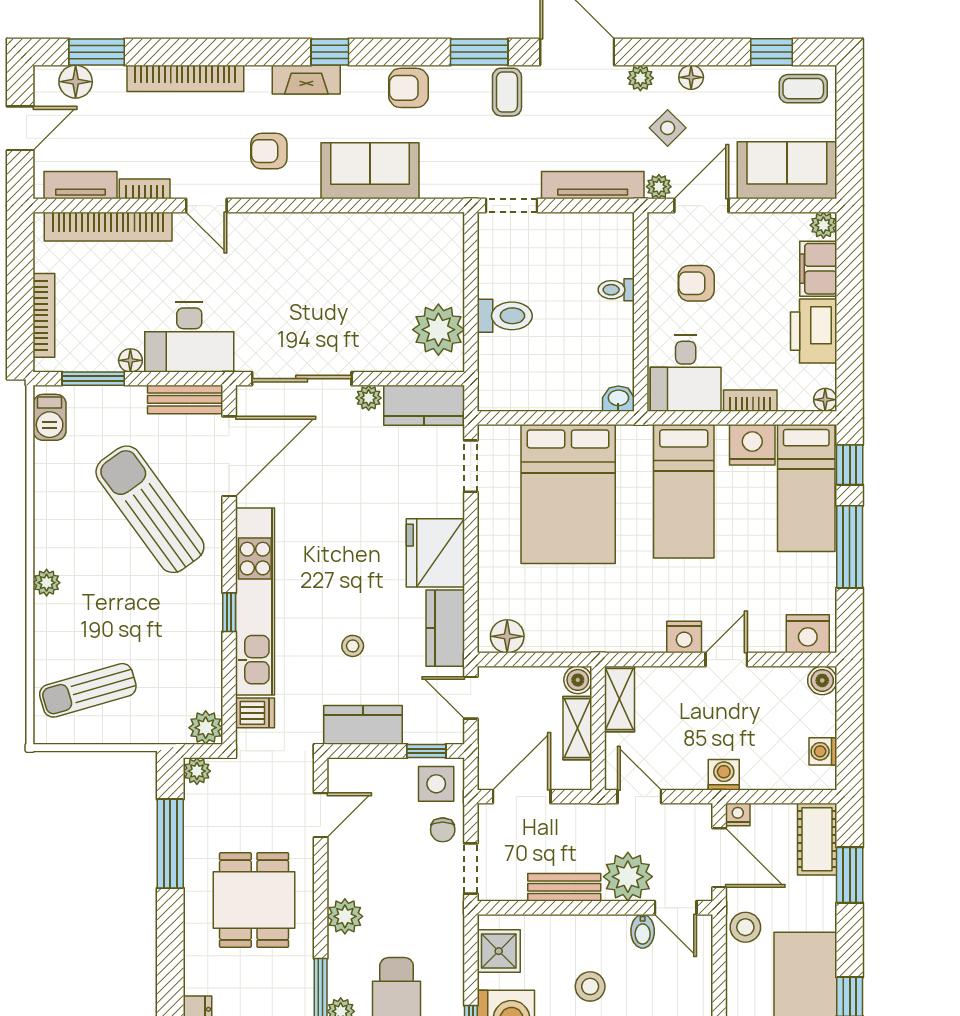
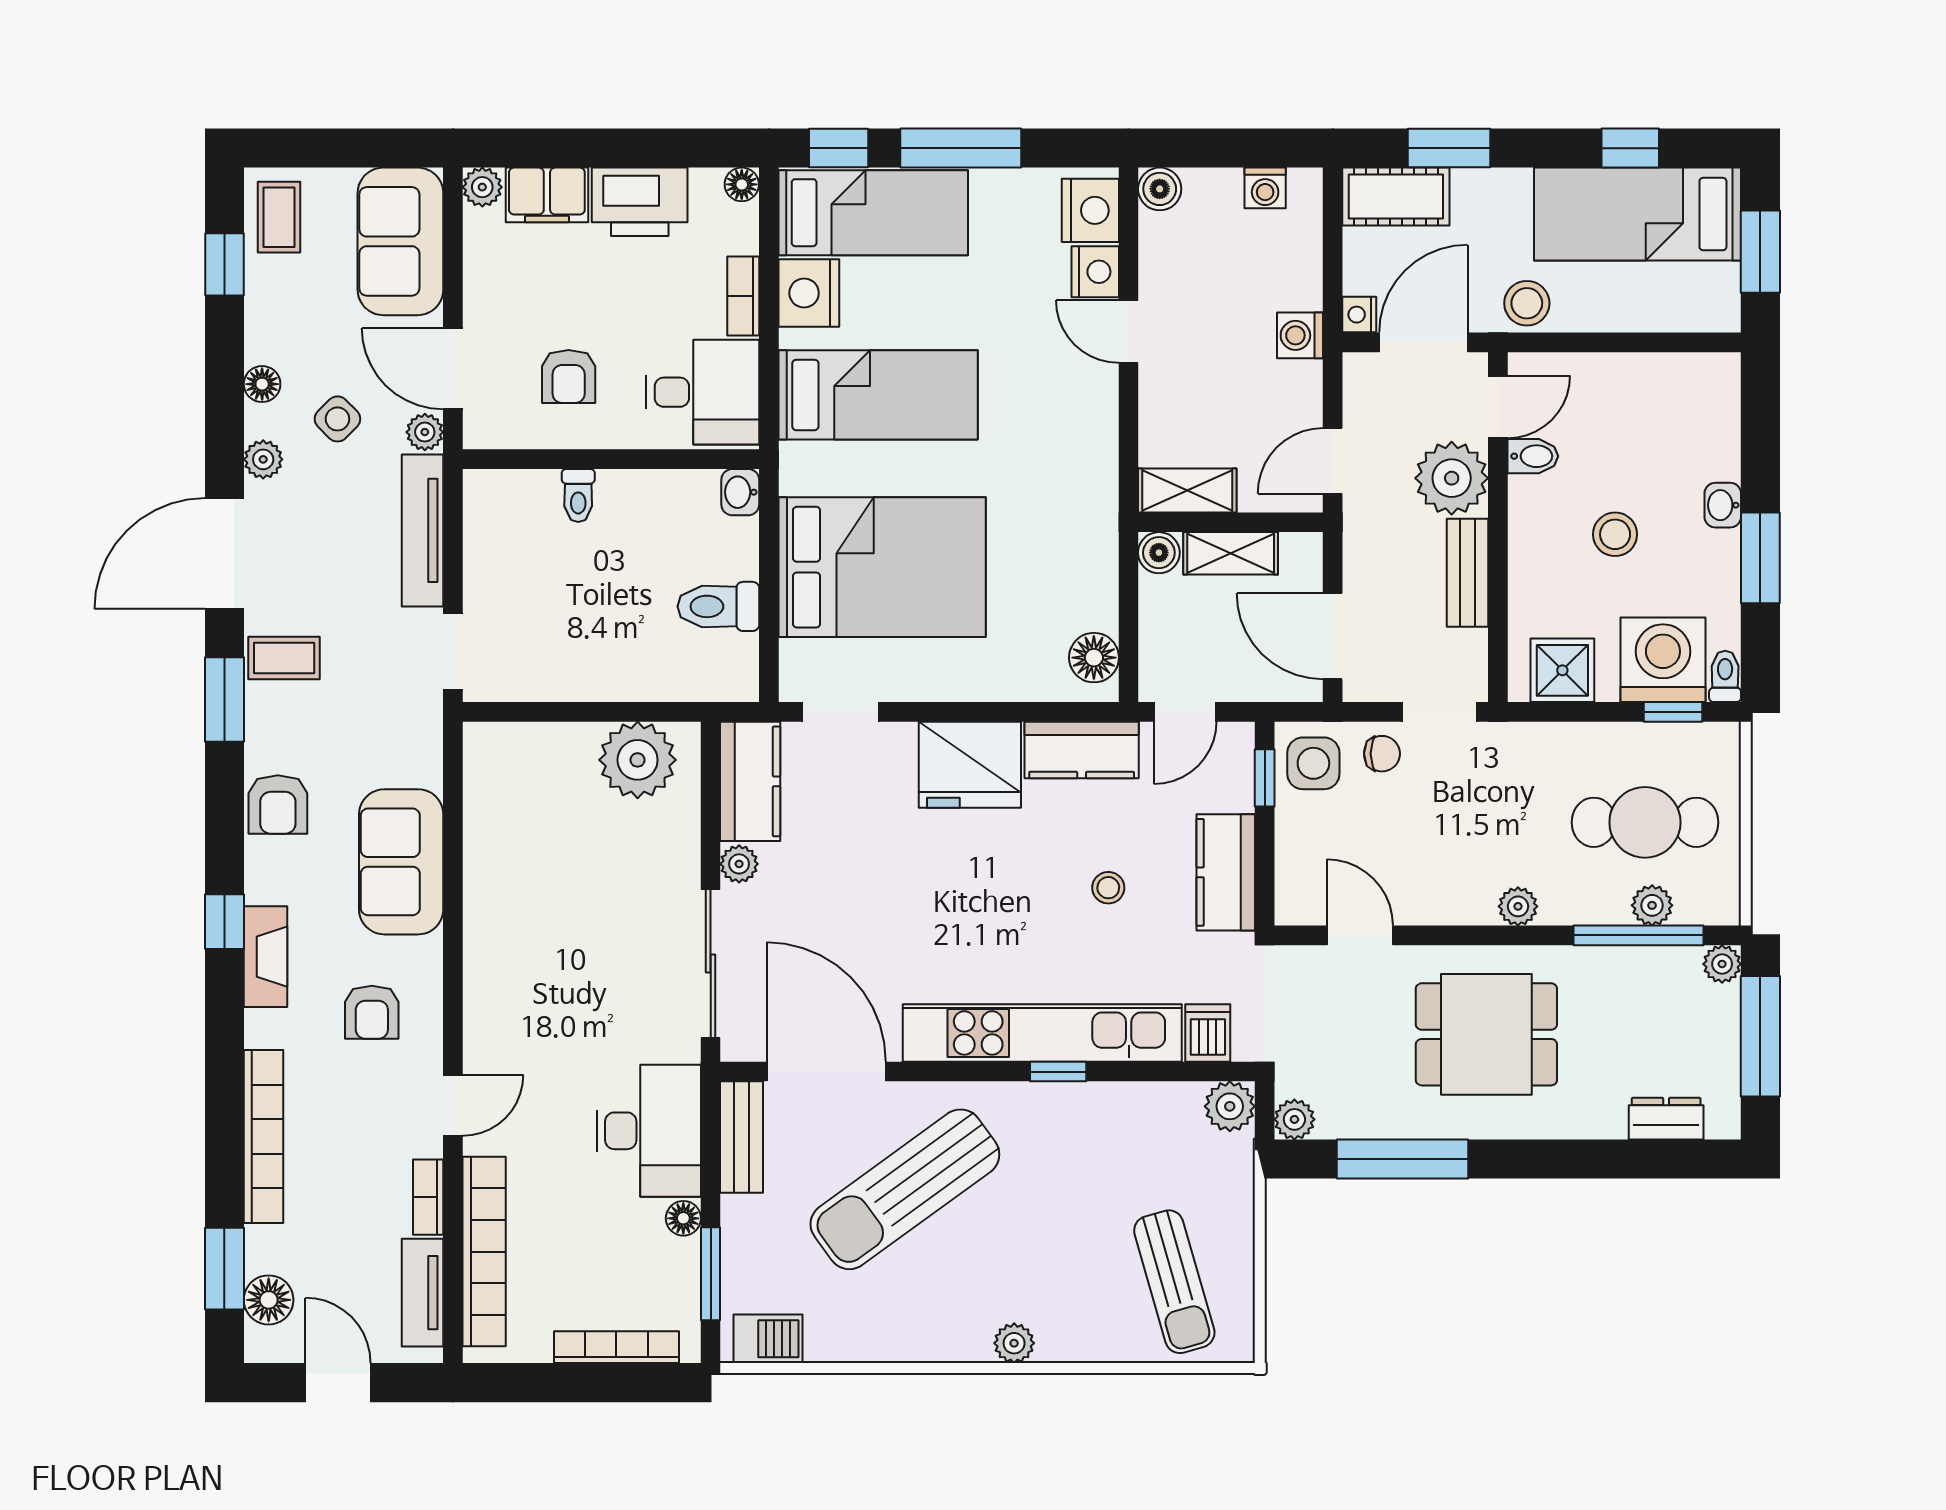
toilet: (505, 316) -> (718, 606), moved, turned -90
nightstand: (684, 637) -> (1095, 272), moved
plant: (345, 916) -> (1518, 906), width x0.73, depth x0.73

